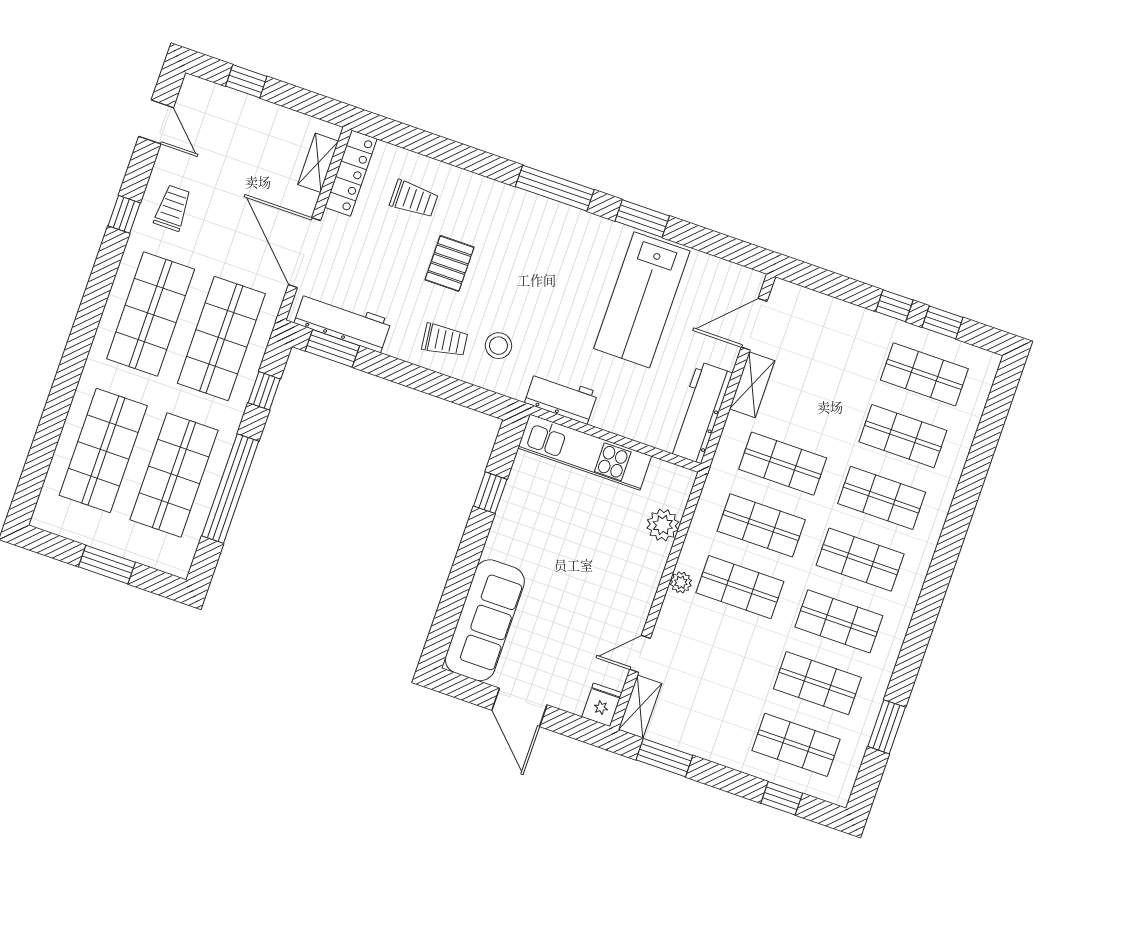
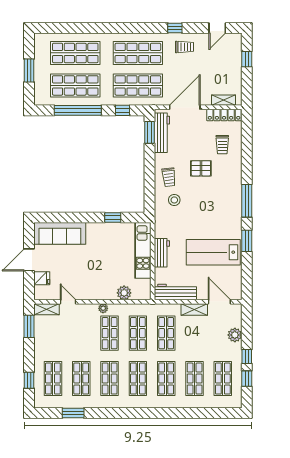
plant: (838, 316) -> (235, 335), added
workbench: (561, 397) -> (162, 253), moved
fridge: (602, 705) -> (42, 278), moved

